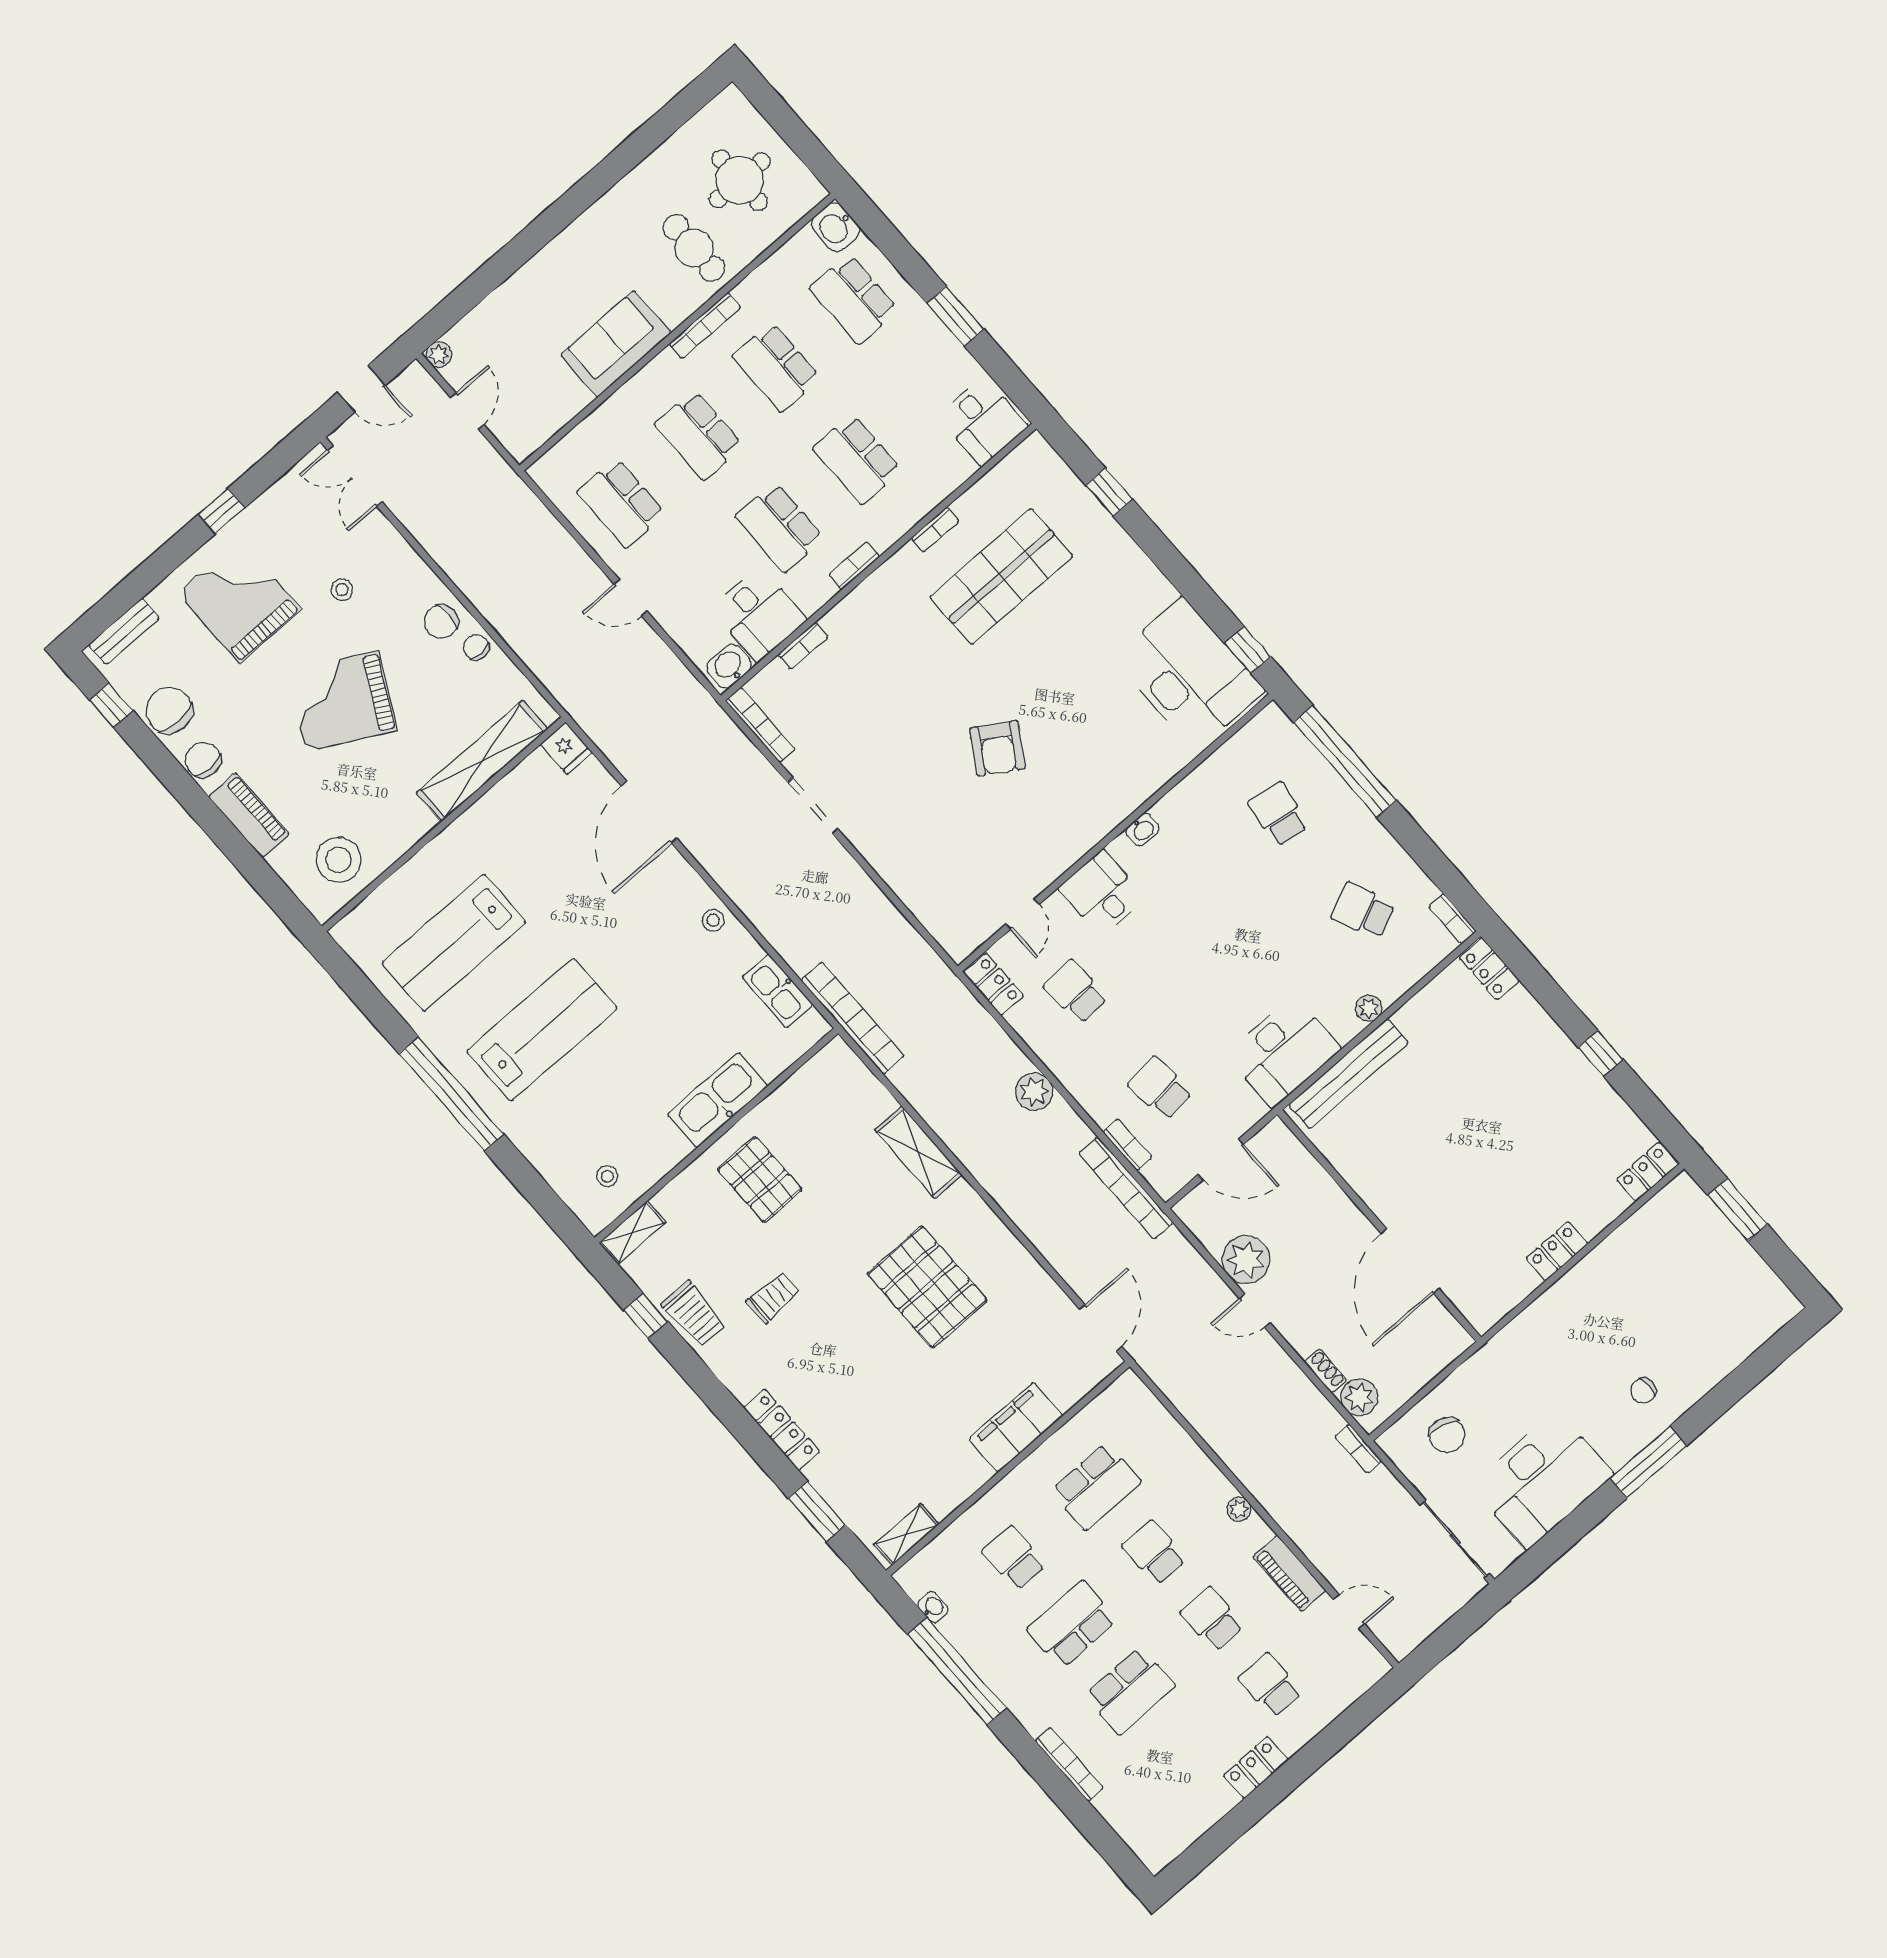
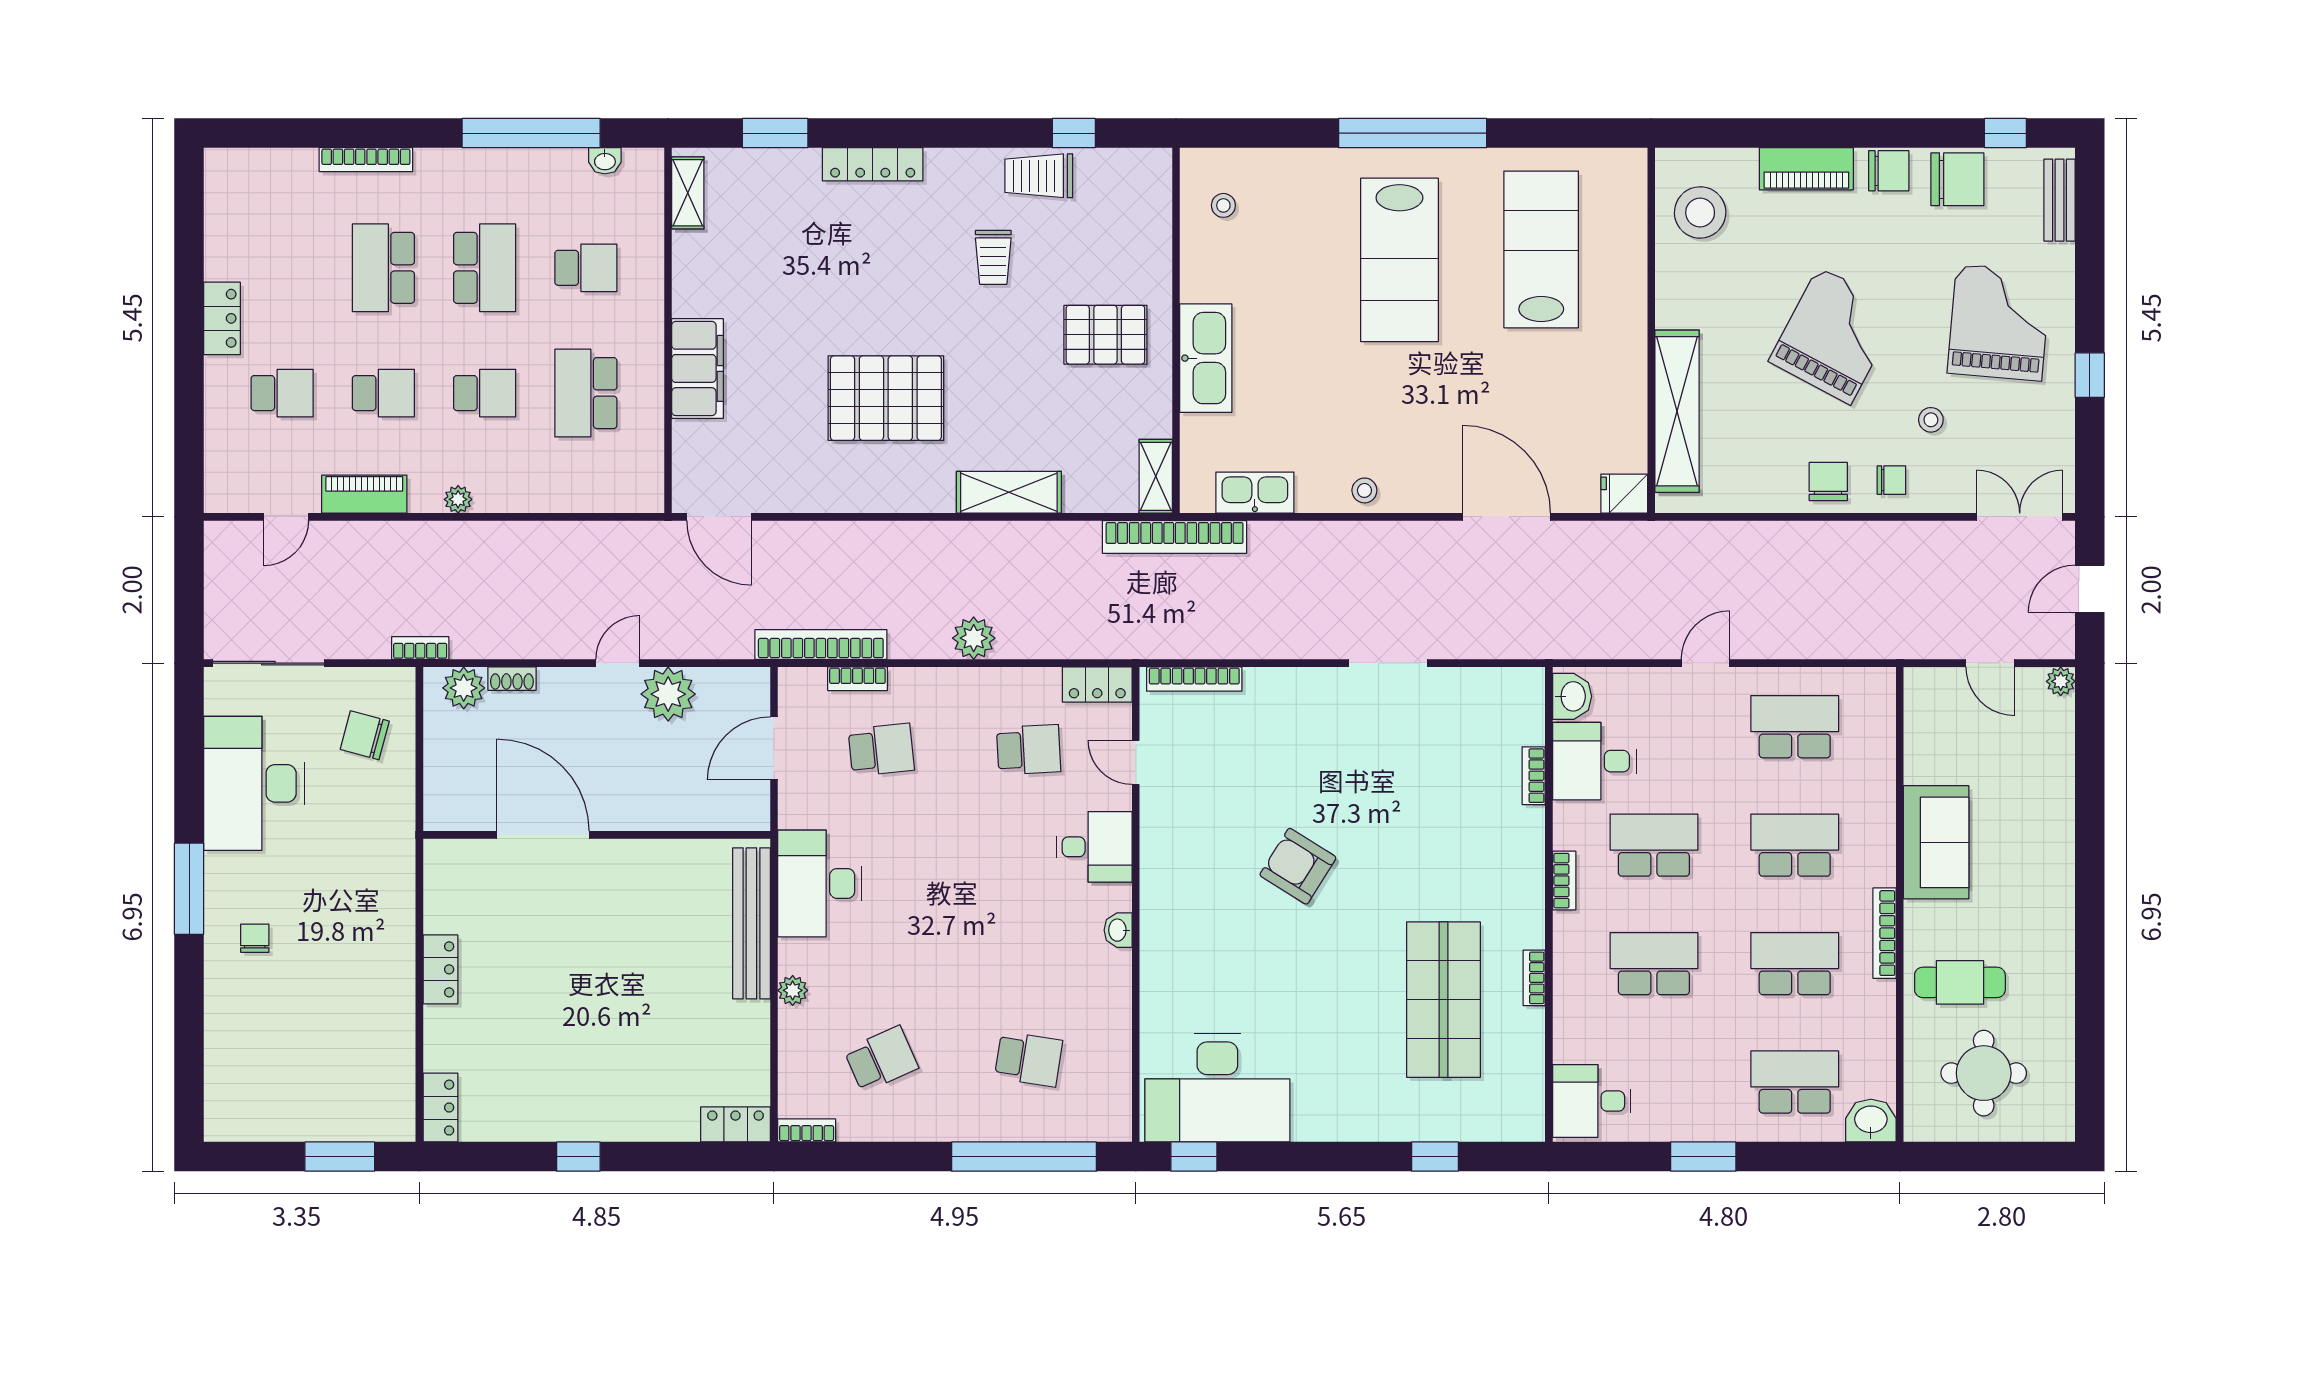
grand piano: (239, 601) -> (1999, 323), turned -85
chair: (476, 647) -> (1891, 480), moved
bookcase: (760, 725) -> (1194, 679), moved
shelving: (632, 1232) -> (1156, 476), moved

